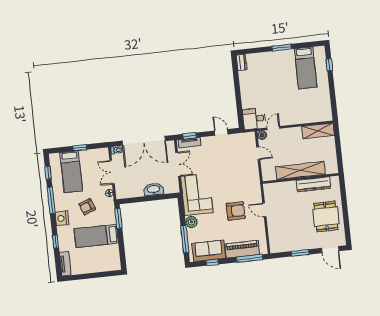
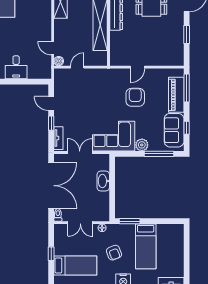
desk: (254, 119) -> (16, 67), moved
door: (221, 132) -> (51, 104), hinge flipped
window: (189, 136) -> (51, 123), moved

